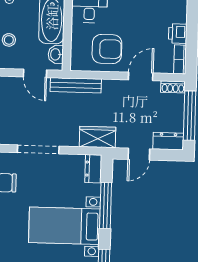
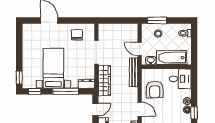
door: (35, 73) -> (140, 49), hinge flipped
wardrobe: (98, 137) -> (104, 81), width x1.50
door: (139, 154) -> (95, 109), swing flipped

